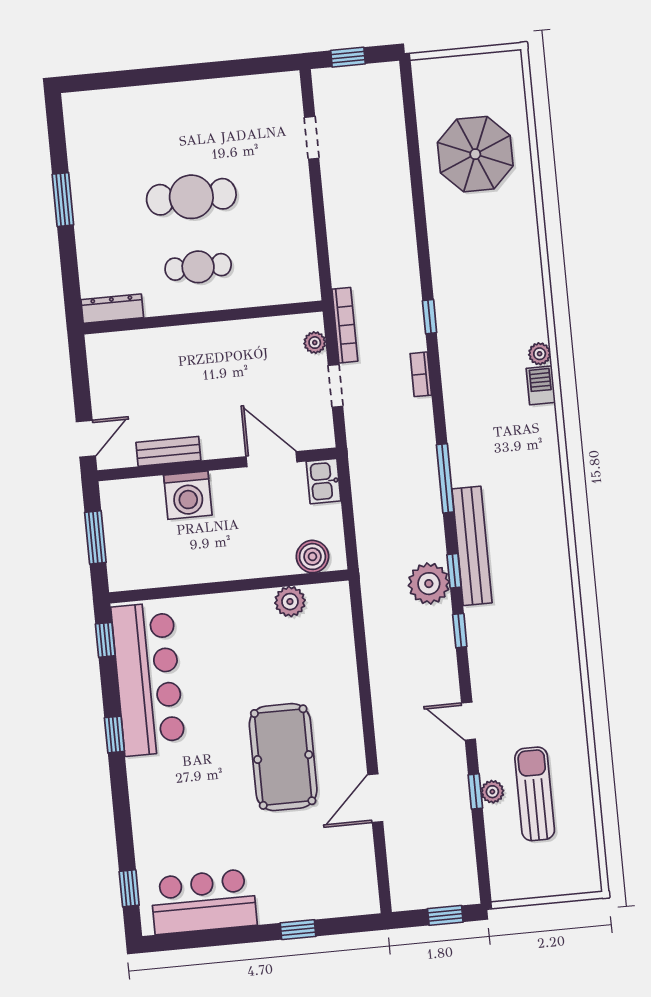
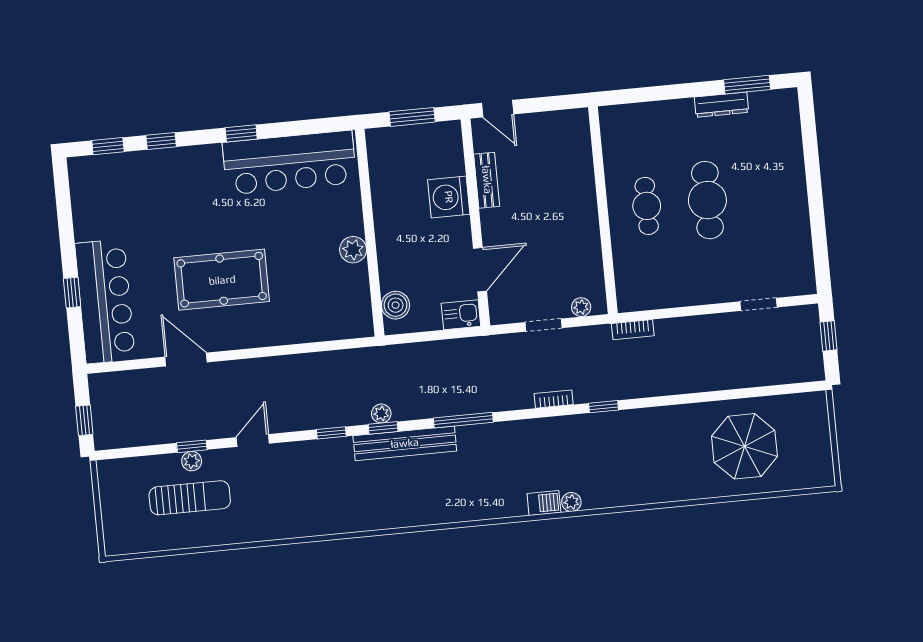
window: (63, 200) -> (747, 85), moved
dresser: (112, 309) -> (721, 105), moved, turned 90
bookcase: (345, 325) -> (633, 330), moved, width x0.64
plant: (429, 584) -> (381, 414), width x0.53, depth x0.53
plant: (290, 602) -> (353, 250), moved
window: (105, 640) -> (161, 141), moved
bar counter: (204, 902) -> (105, 301), moved, width x1.36

